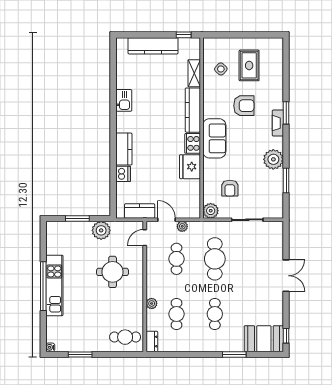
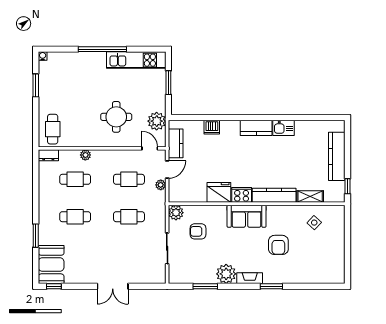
rug: (249, 65) -> (318, 250), removed
fireplace: (278, 123) -> (250, 278), moved
kitchen counter: (124, 149) -> (256, 128), moved
plant: (101, 230) -> (157, 121), moved
cafe table: (215, 259) -> (129, 217), width x0.73, depth x0.74
kitchen unit: (54, 285) -> (136, 60), moved

